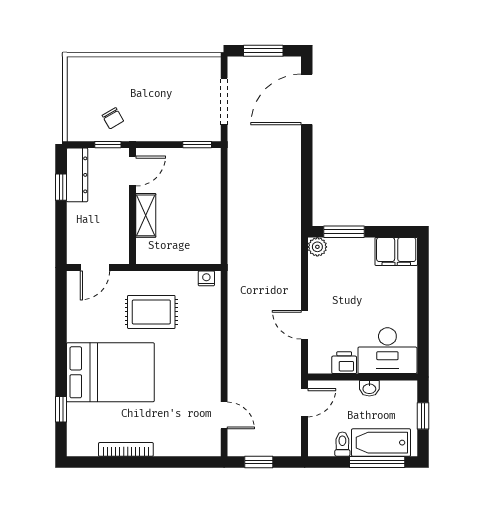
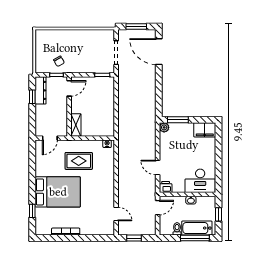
door: (307, 99) -> (159, 52), hinge flipped
shelving: (146, 215) -> (76, 125), moved
printer: (344, 363) -> (166, 187), moved

